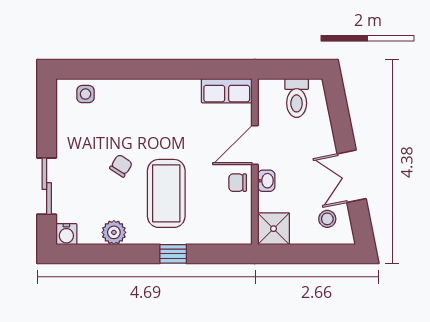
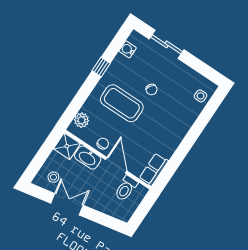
toilet: (297, 98) -> (126, 188), moved, turned -90
washbasin: (266, 181) -> (88, 158), width x1.91, depth x1.45
plant: (114, 232) -> (81, 120), moved
water cooler: (66, 234) -> (128, 49), moved
window: (173, 254) -> (101, 67), moved

